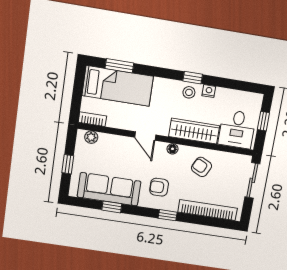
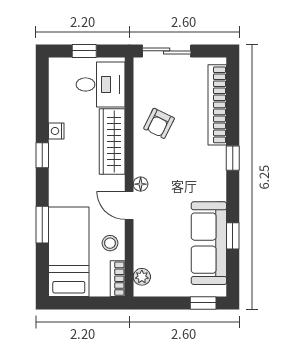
window: (119, 66) -> (42, 225), moved
stool: (189, 92) -> (110, 243), moved
door: (145, 136) -> (129, 205), swing flipped
floor lamp: (173, 149) -> (141, 184), moved
window: (68, 164) -> (203, 303), moved
armchair: (159, 187) -> (196, 176), removed

